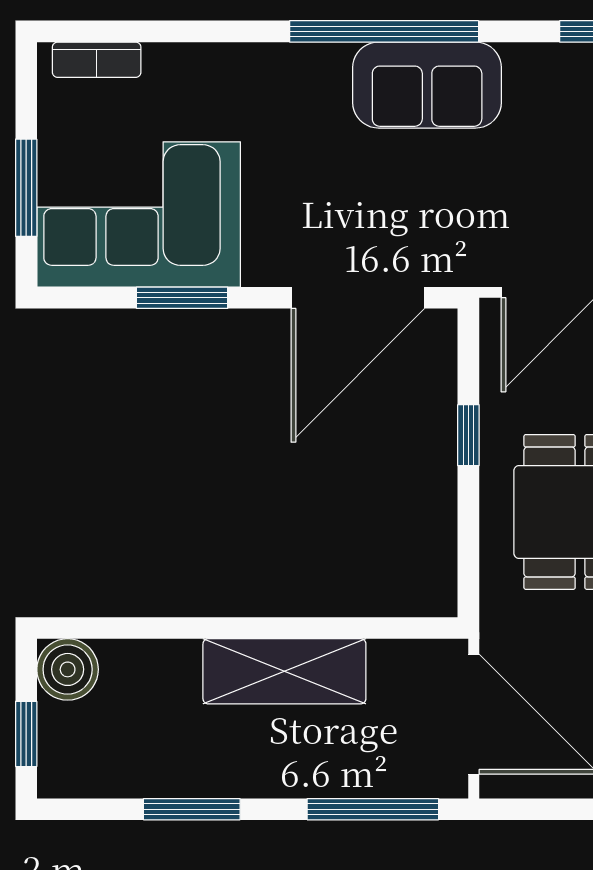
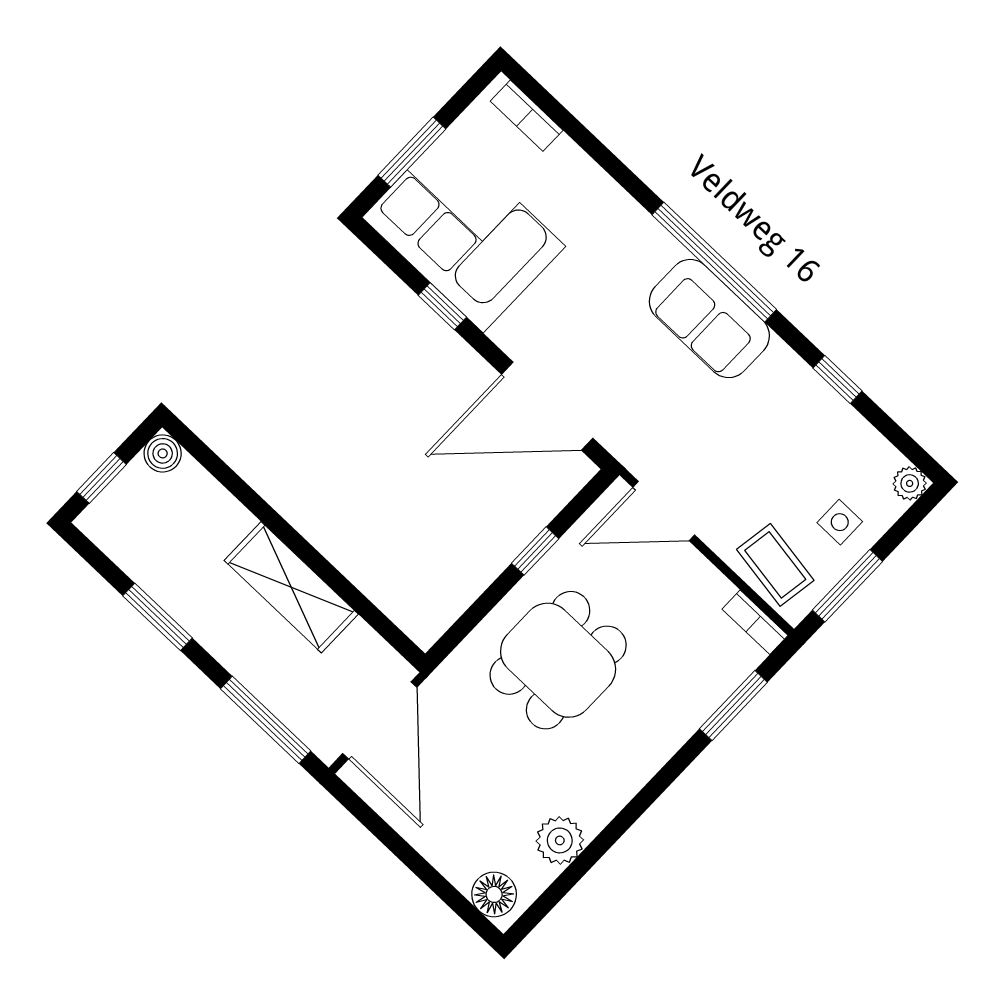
window: (182, 298) -> (442, 306), width x0.67
boiler: (68, 669) -> (163, 453), width x0.73, depth x0.73

